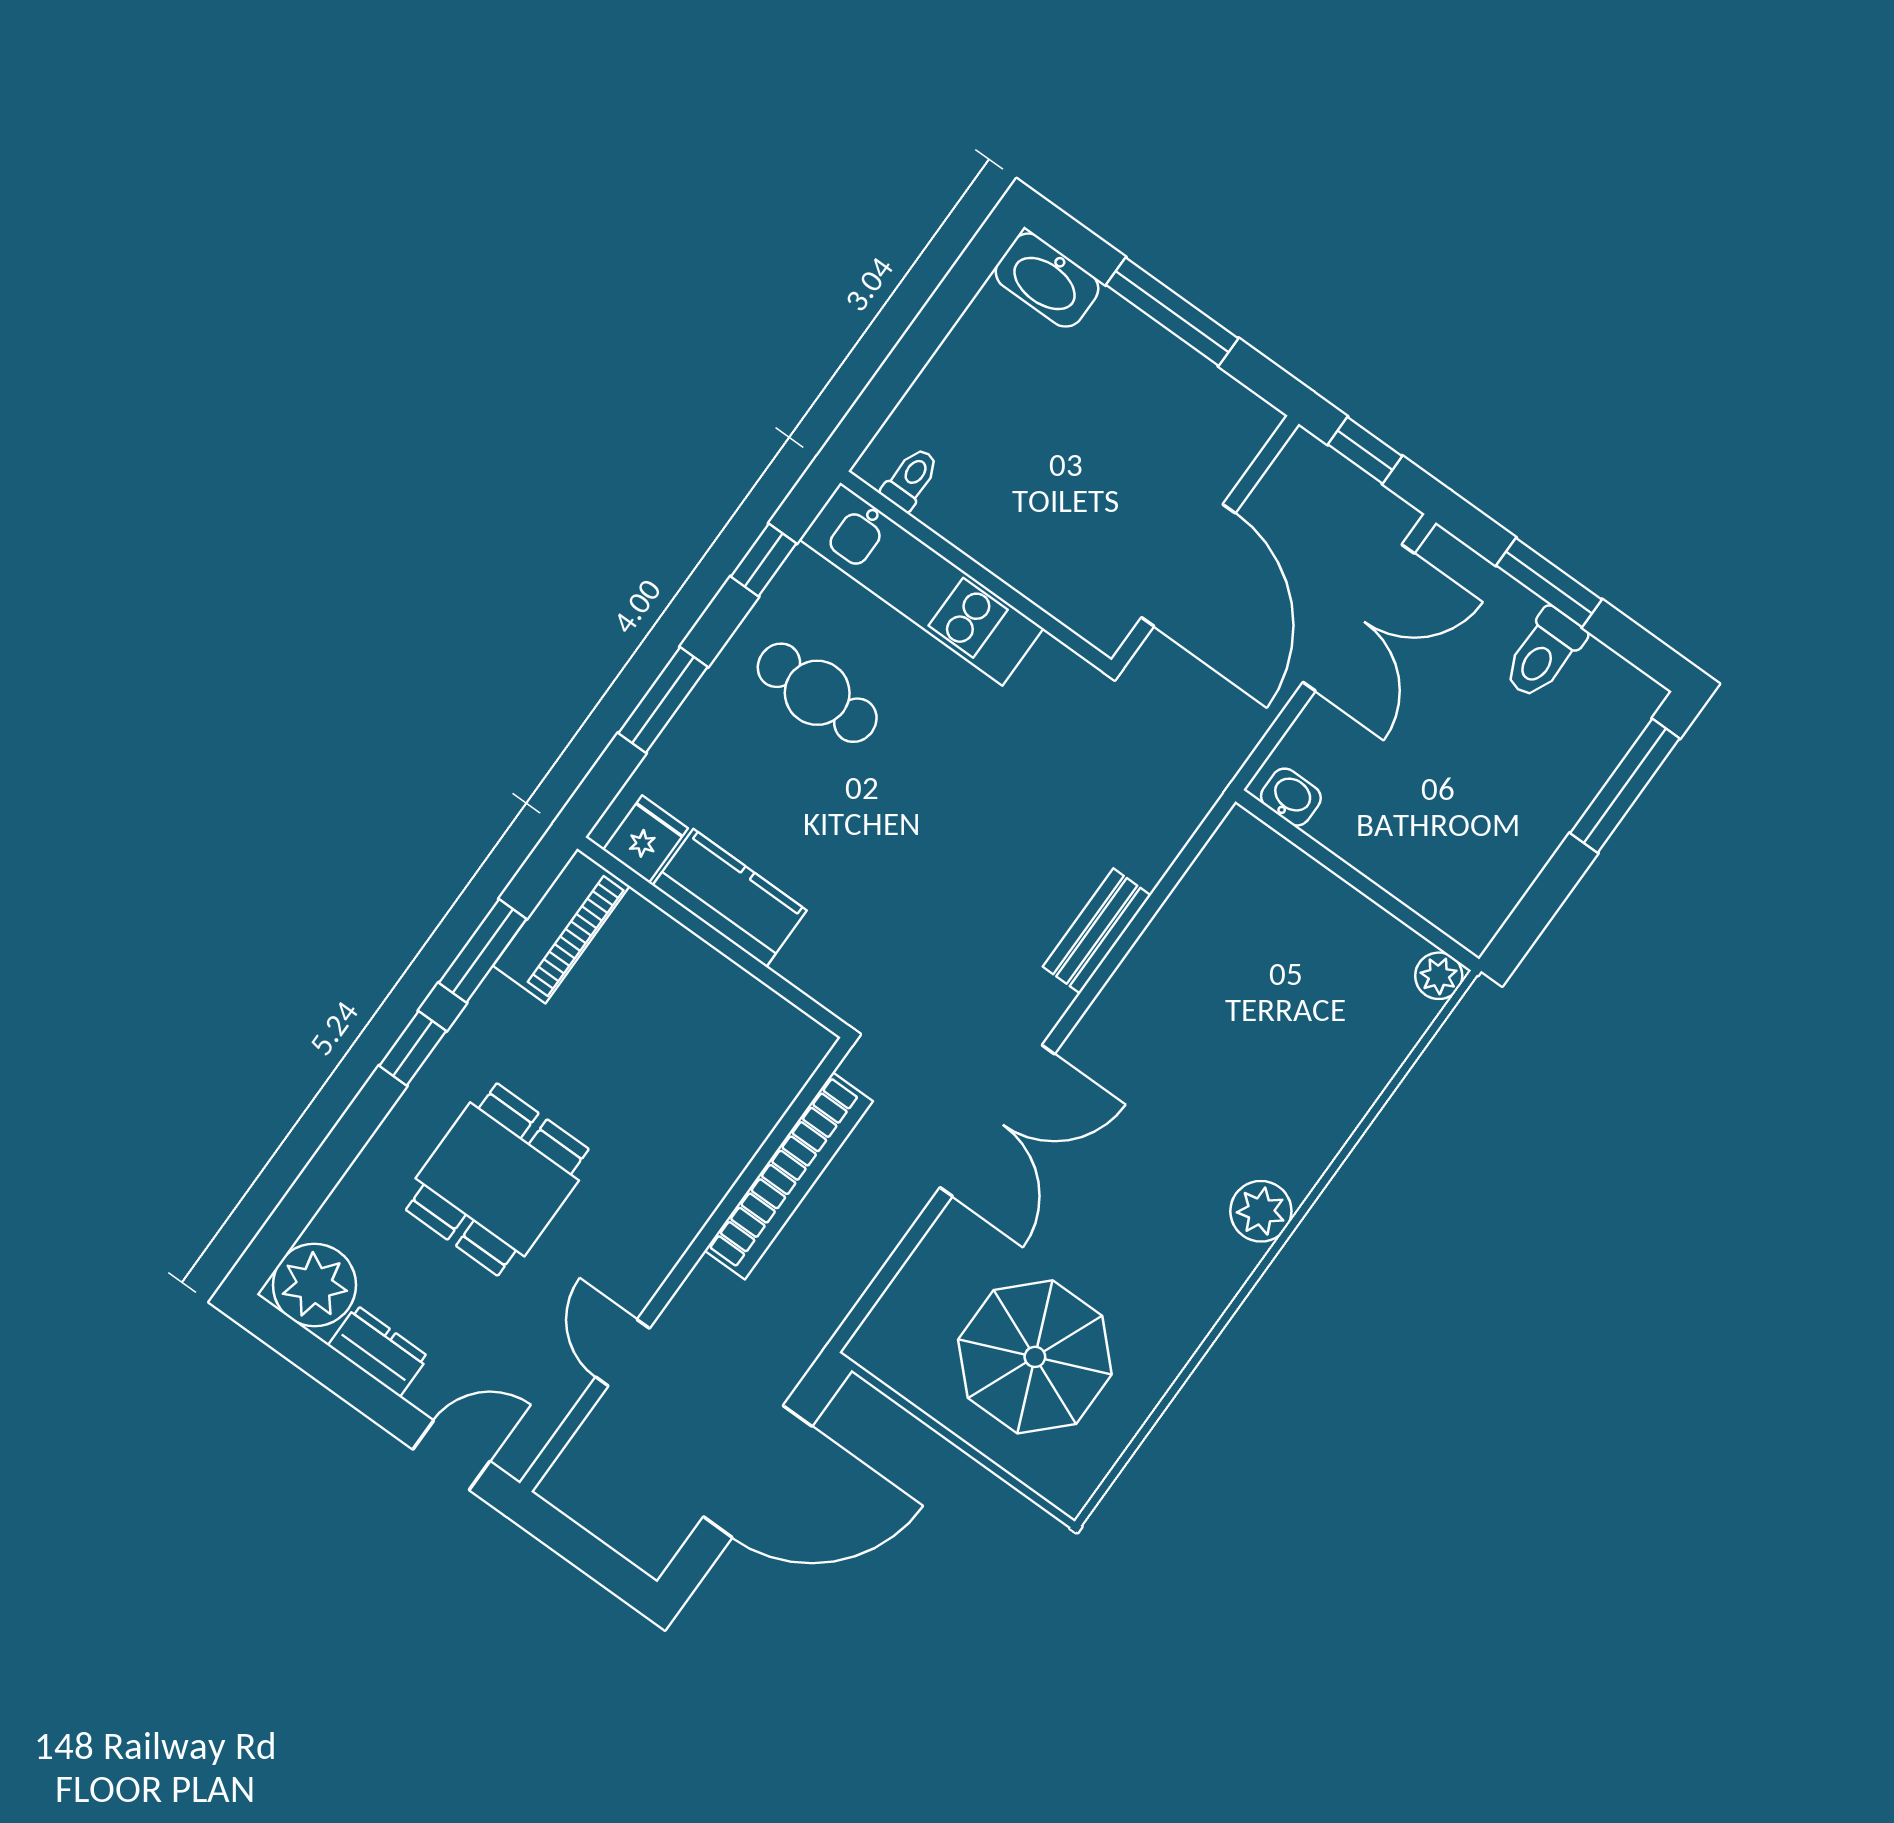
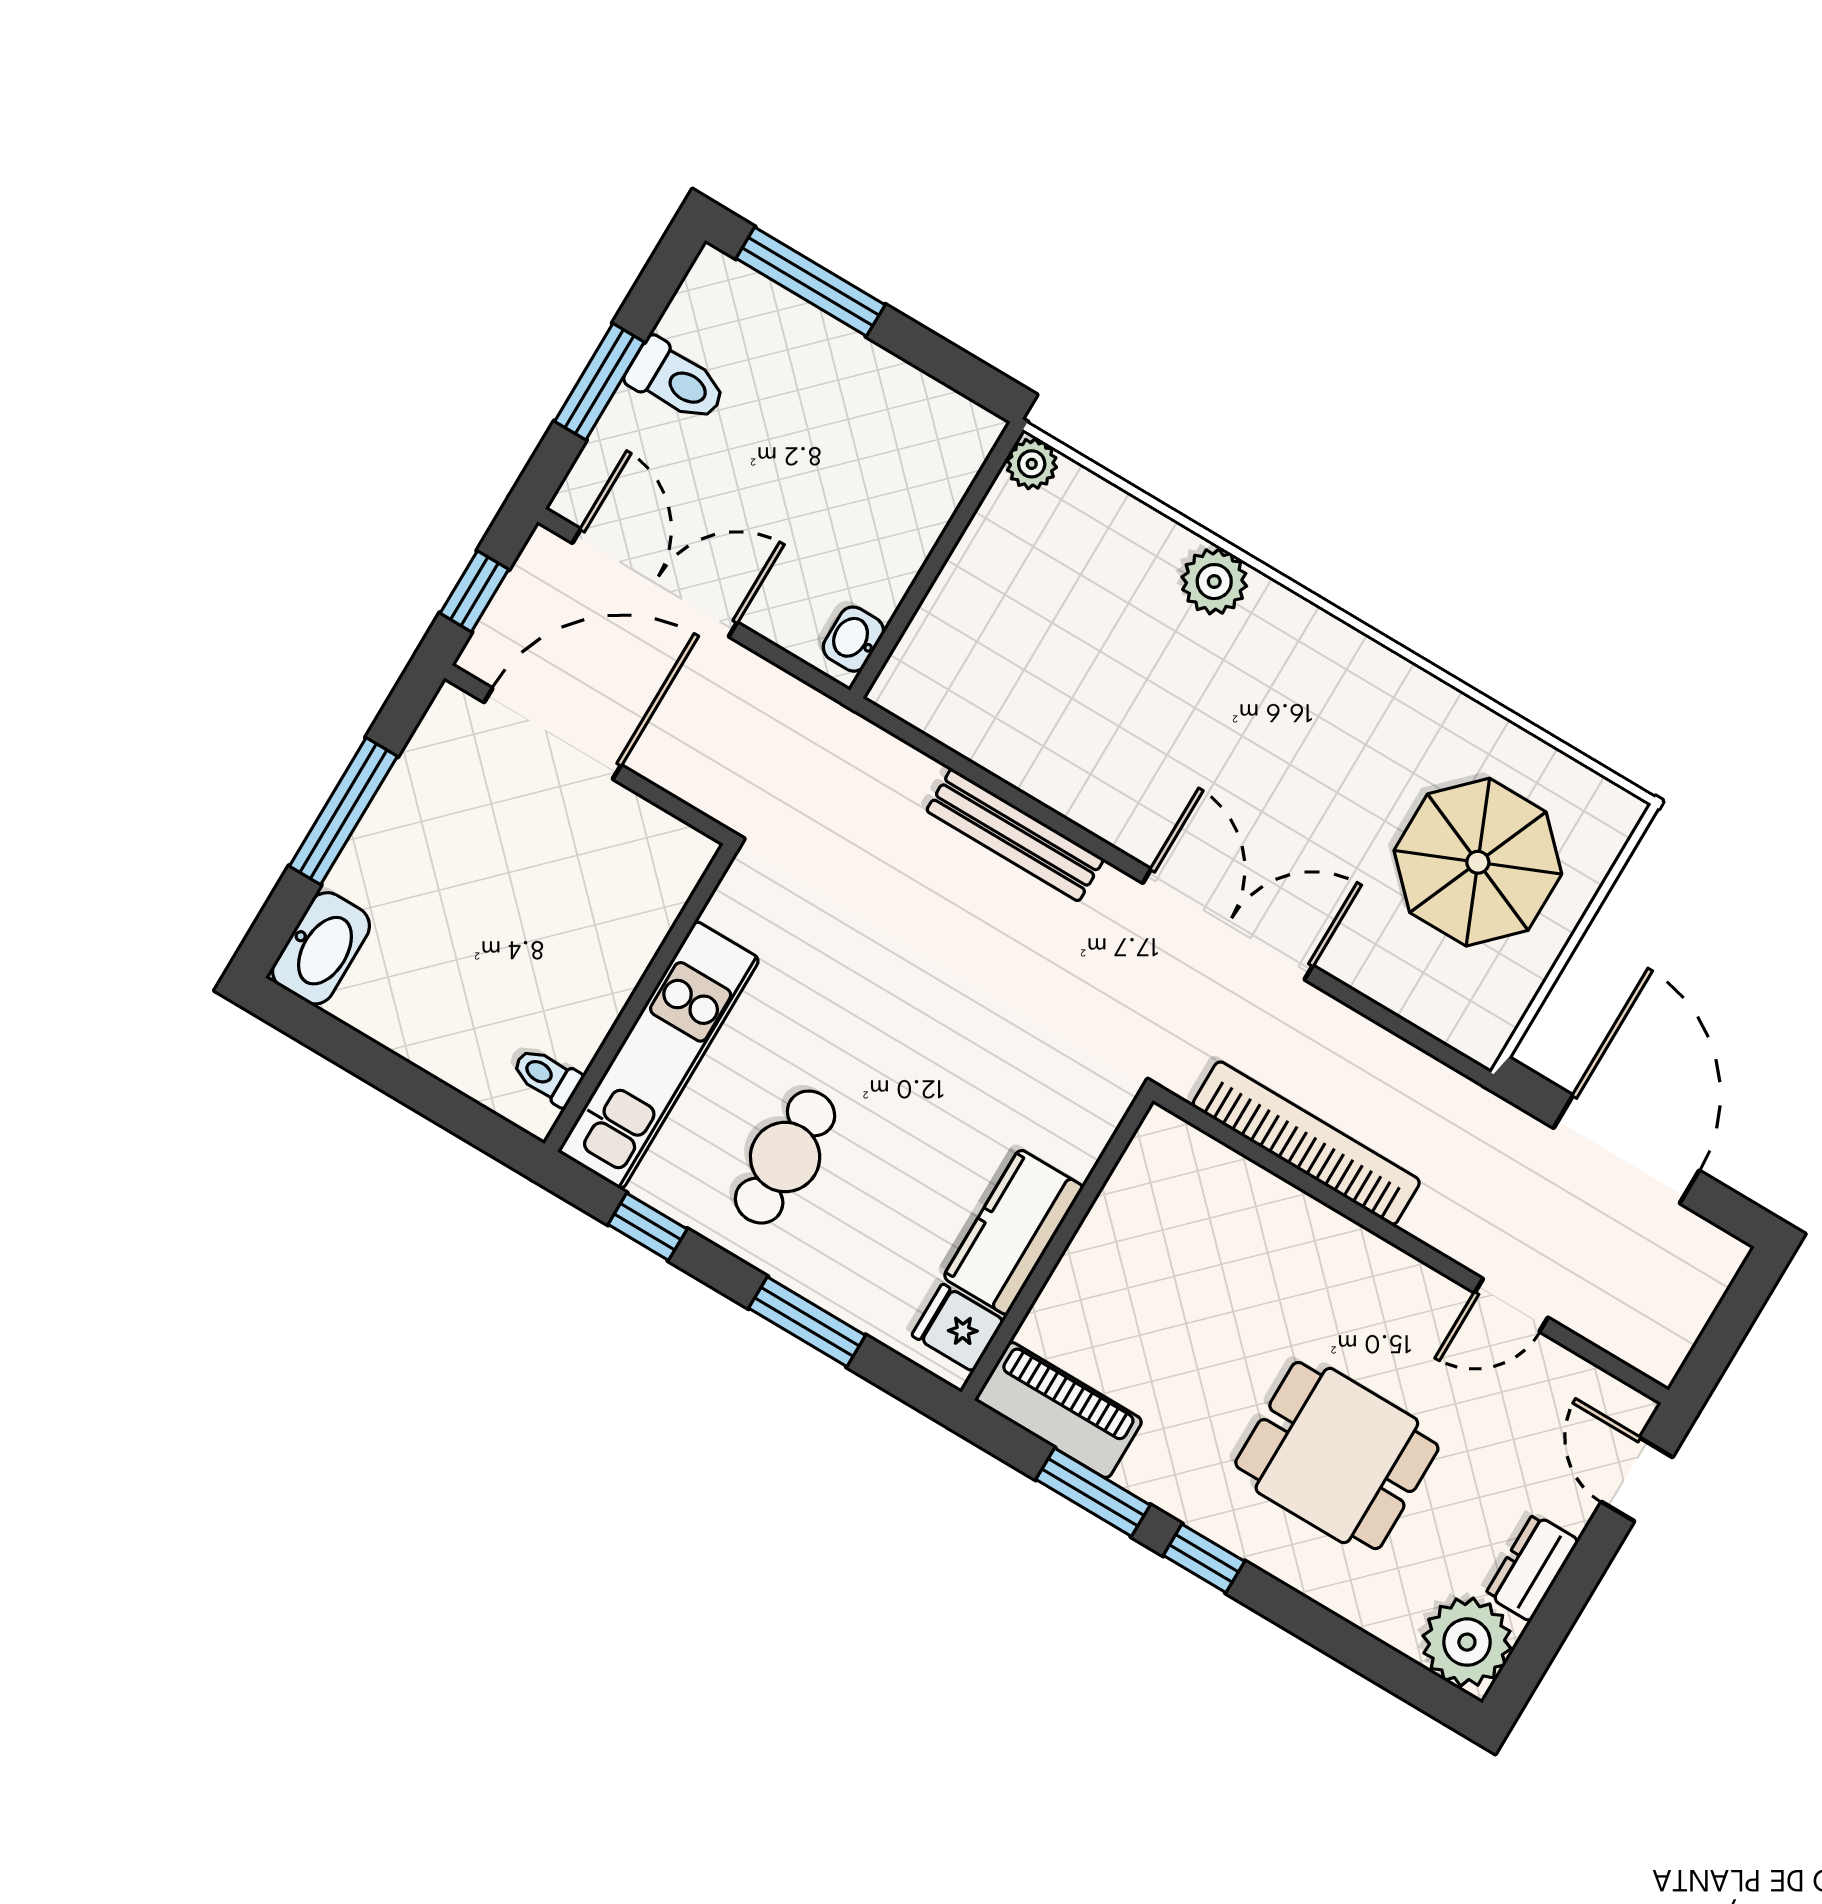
door: (1188, 565) -> (553, 734), moved
bench: (1097, 931) -> (1015, 835), width x1.36
plant: (1261, 1211) -> (1214, 582), moved

